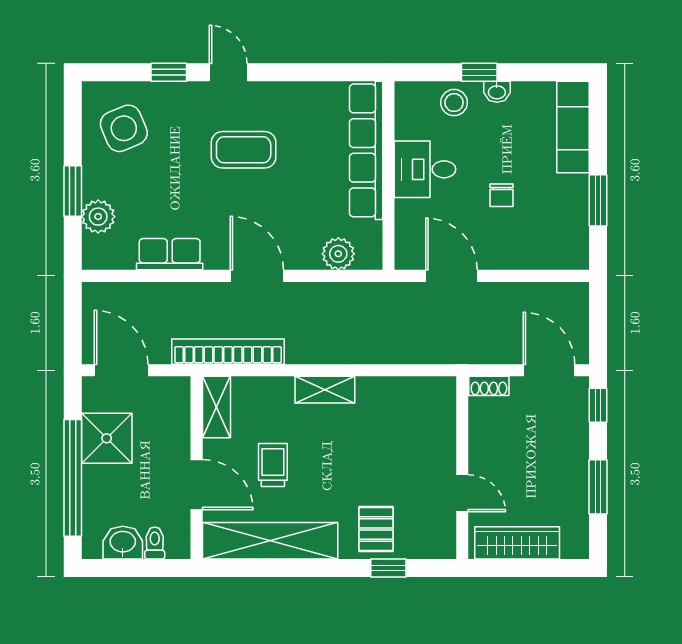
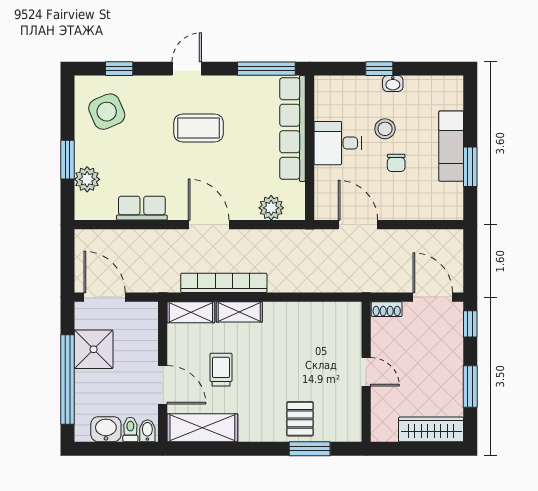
window: (169, 72) -> (119, 69), moved
door: (228, 72) -> (187, 69), hinge flipped
window: (332, 72) -> (266, 69), added
stool: (454, 103) -> (385, 129), moved
exam couch: (573, 127) -> (451, 146), moved
bookcase: (228, 352) -> (224, 283), moved
shelving: (325, 390) -> (239, 312), moved
shelving: (216, 407) -> (191, 312), moved, turned 90
door: (462, 493) -> (366, 372), moved
shelving: (270, 541) -> (202, 428), width x0.68
wardrobe: (517, 543) -> (431, 429), moved
bidet: (177, 545) -> (147, 431), added
window: (388, 568) -> (310, 449), width x1.50

